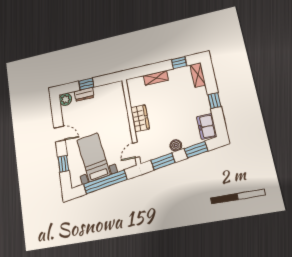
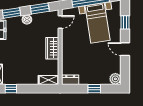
shelving: (156, 78) -> (48, 80), moved
dresser: (84, 94) -> (70, 80), moved

